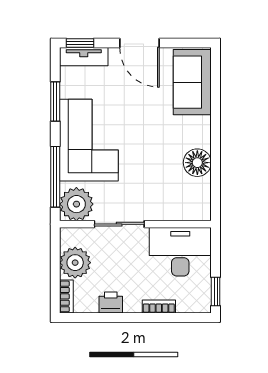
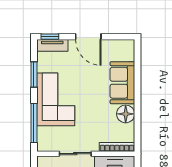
sofa: (192, 82) -> (122, 83), moved
plant: (76, 204) -> (48, 141), removed
bookcase: (184, 214) -> (117, 147), added

